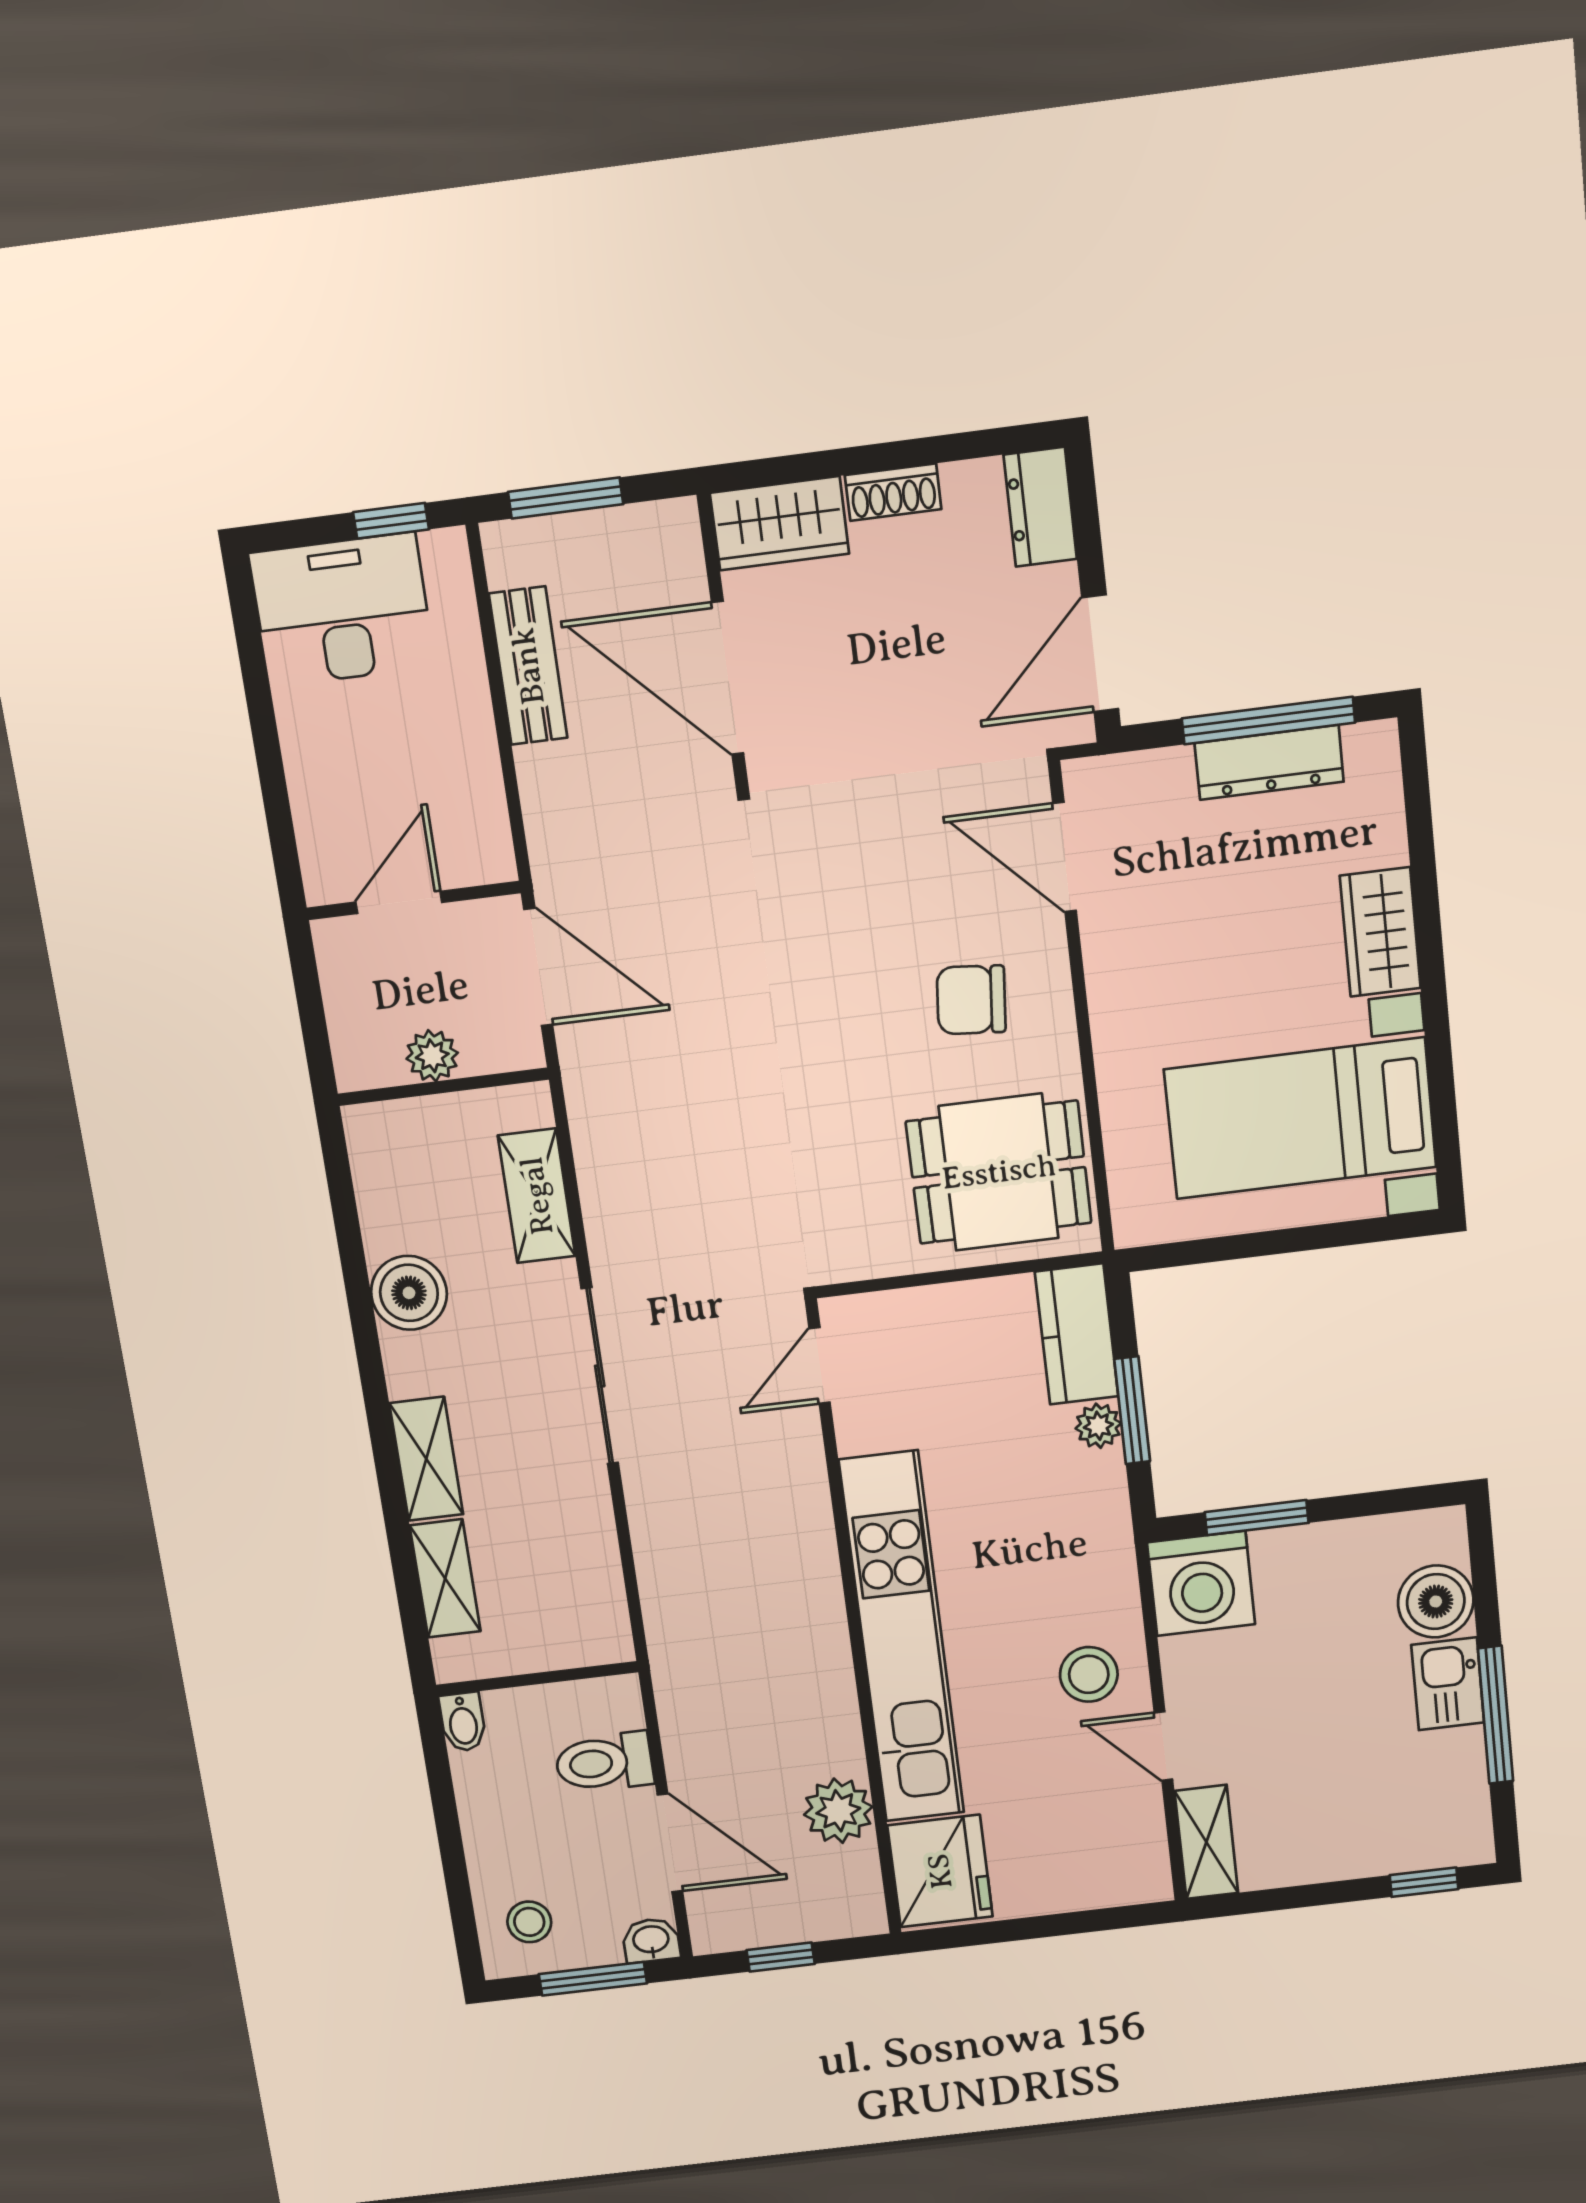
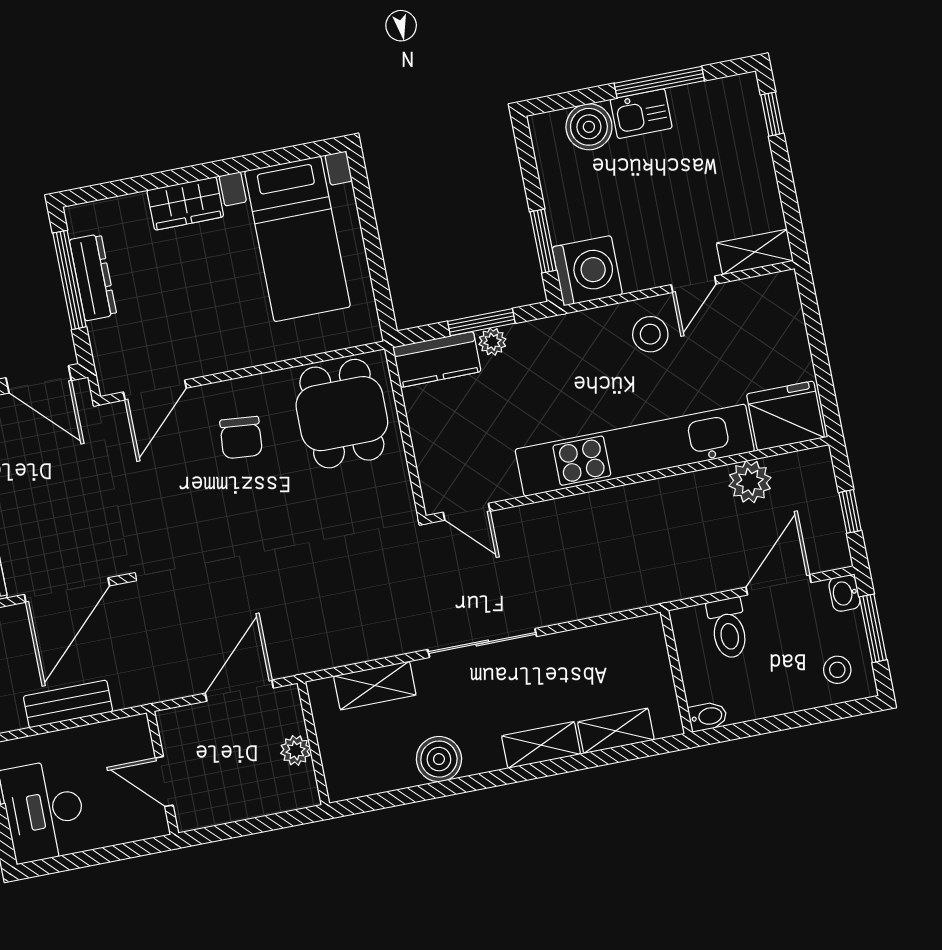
wall: (414, 900) -> (163, 773), moved
door: (399, 902) -> (164, 781), moved

